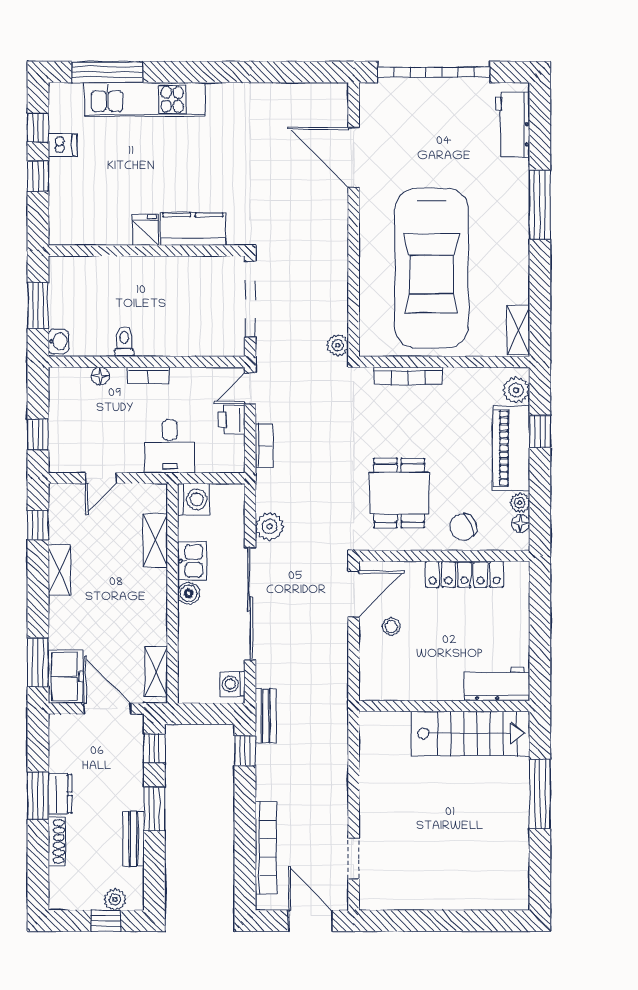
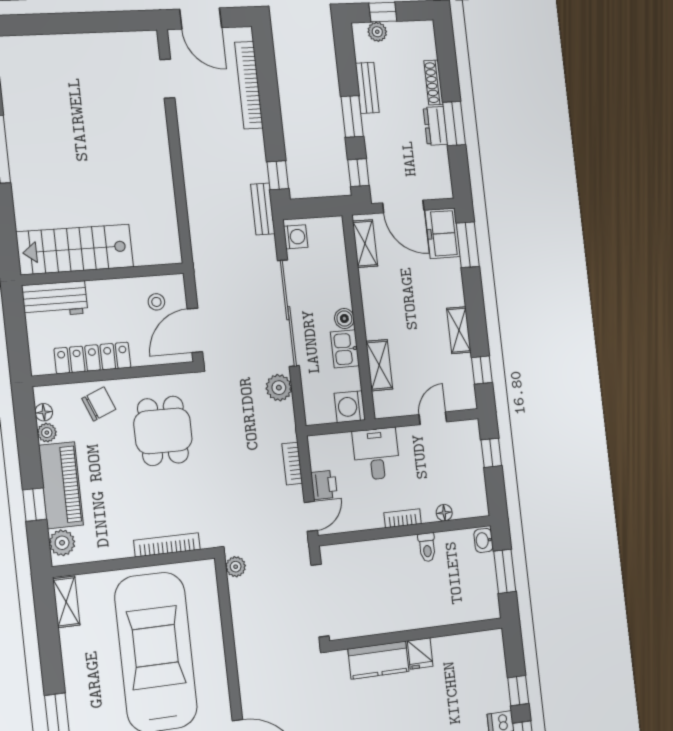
workbench: (497, 684) -> (55, 299), moved
wall: (444, 706) -> (103, 274), moved
stairs: (471, 733) -> (75, 249), moved

